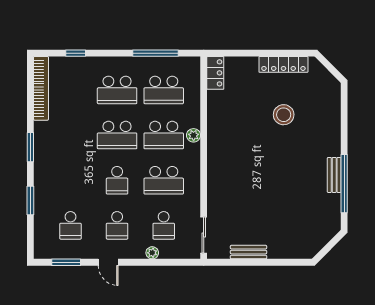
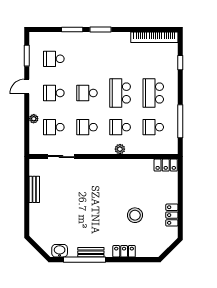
locker: (283, 64) -> (172, 215), width x0.66
school desk: (164, 90) -> (153, 127), width x0.54
locker: (333, 130) -> (124, 251), added
school desk: (164, 135) -> (120, 127), width x0.54
window: (30, 147) -> (100, 29), moved
school desk: (164, 180) -> (87, 127), width x0.54
washbasin: (332, 218) -> (60, 251), added
sliding door: (204, 235) -> (61, 157), moved

